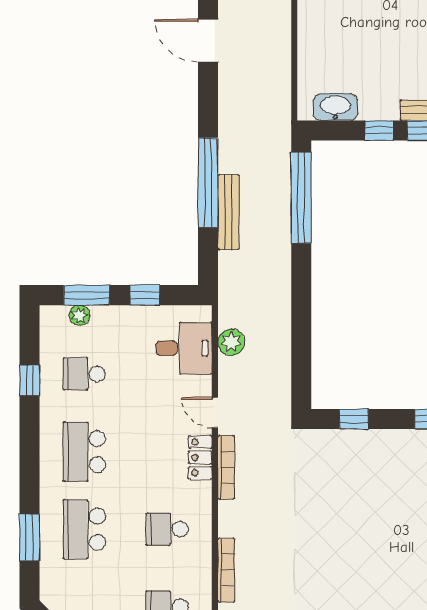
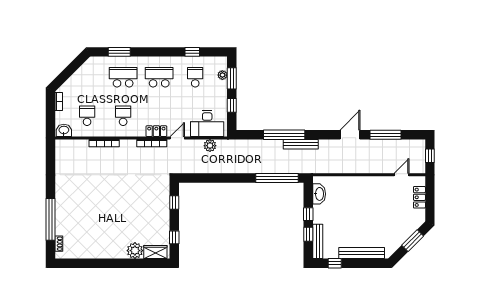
bench: (228, 212) -> (301, 144), moved
desk: (184, 348) -> (207, 124), width x1.37

